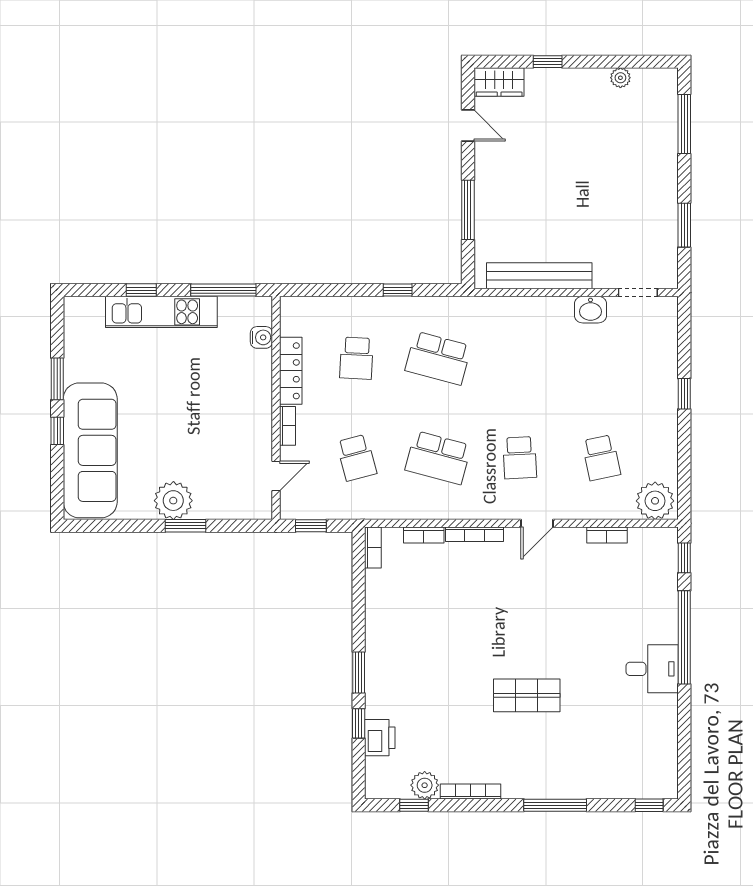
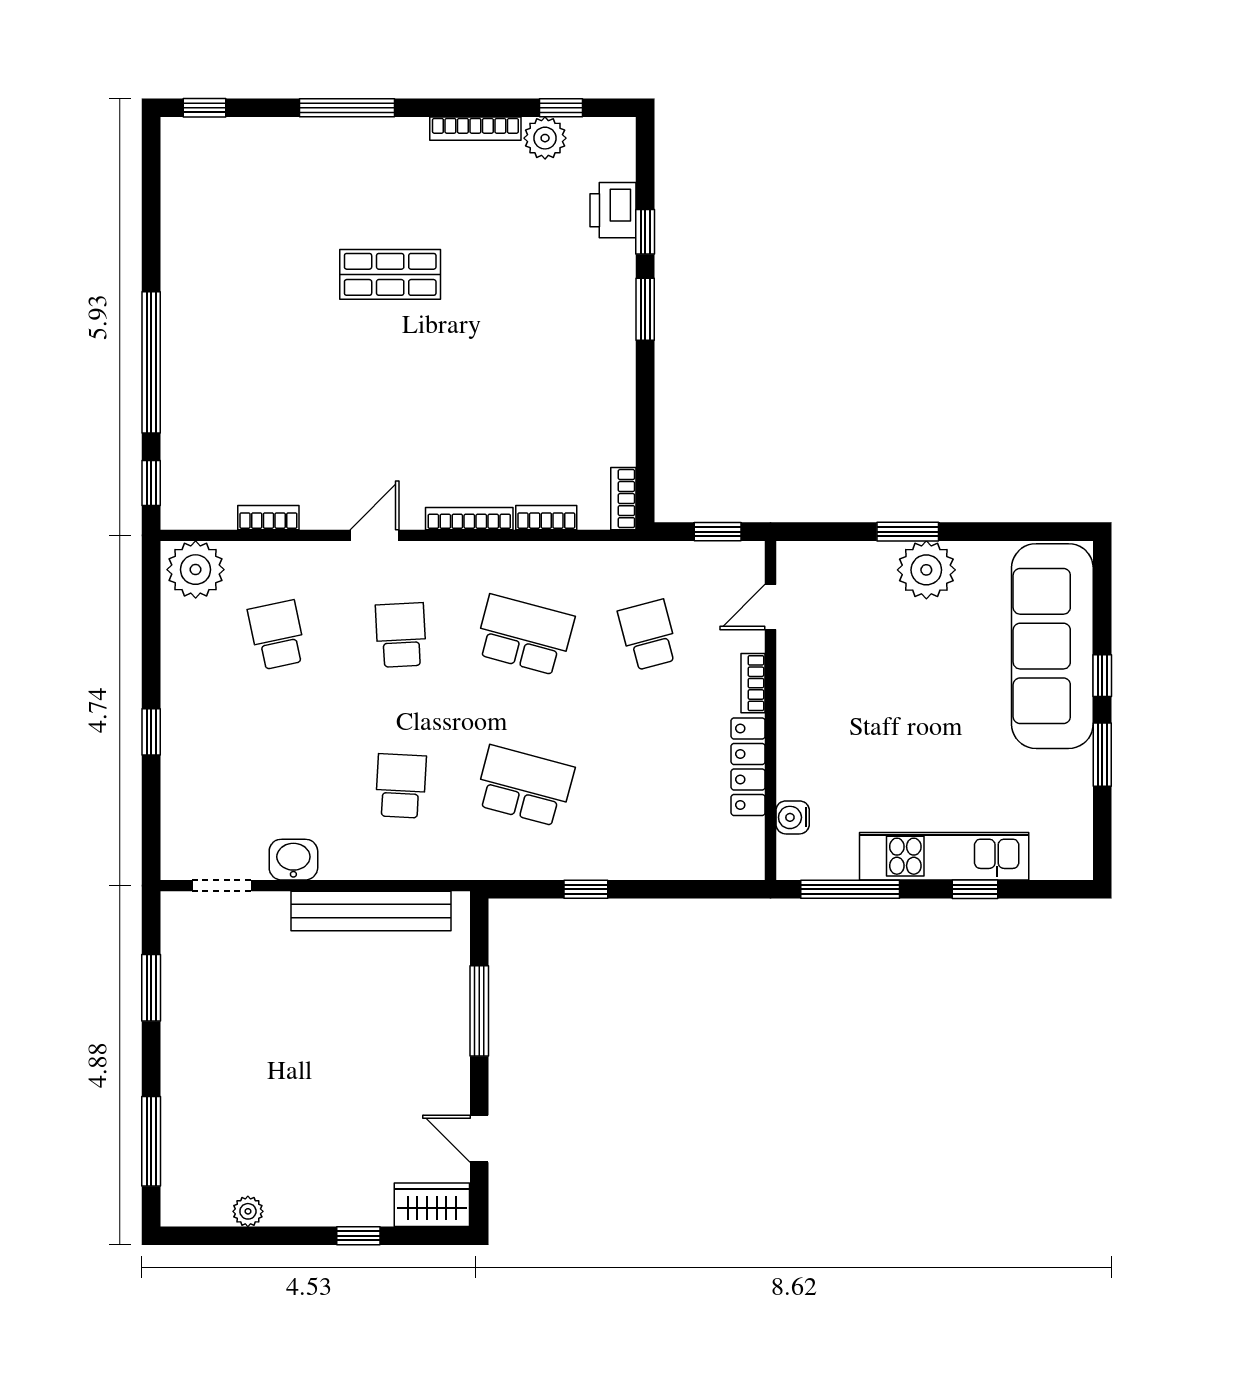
school desk: (357, 358) -> (401, 786), moved
desk: (652, 669) -> (200, 315), removed

